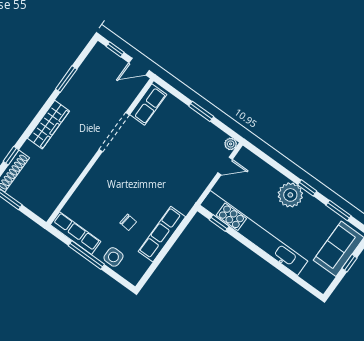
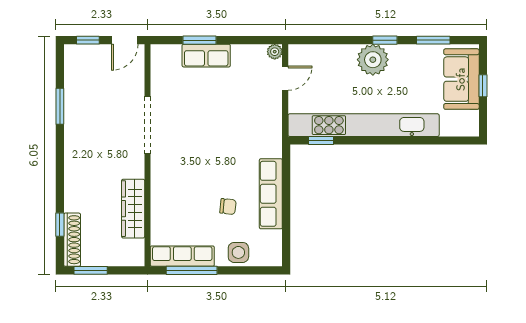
row of seats: (148, 104) -> (206, 56), moved, turned 90
window: (201, 111) -> (200, 40), moved
wardrobe: (48, 125) -> (133, 209), moved, turned 180
window: (86, 255) -> (192, 270), moved

